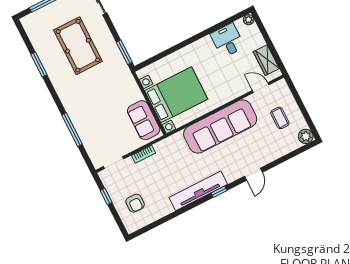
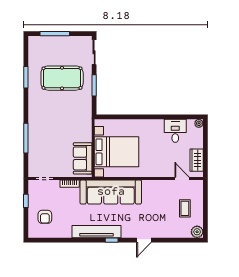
pool table: (78, 46) -> (62, 78), turned 90
window: (124, 52) -> (94, 85), moved
sofa: (220, 126) -> (111, 192), moved

